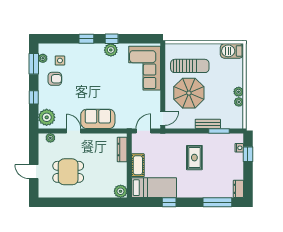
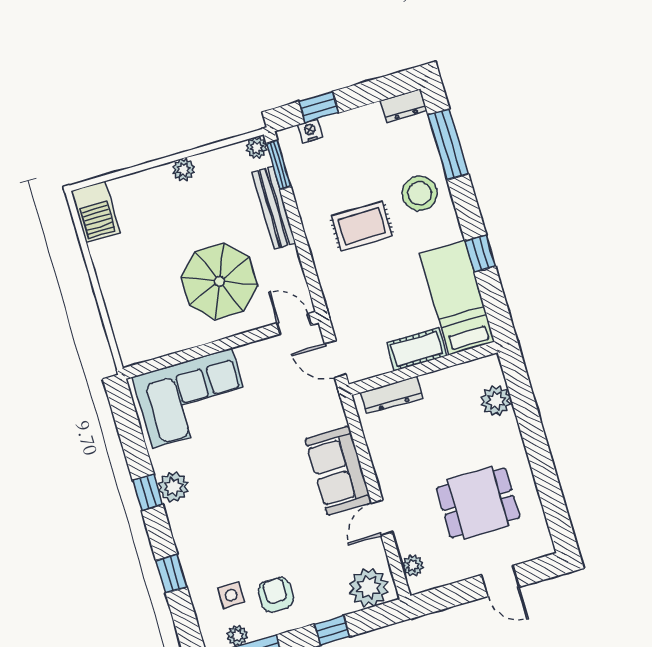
window: (86, 39) -> (171, 574), moved
sun lounger: (190, 66) -> (157, 297), removed
plant: (239, 102) -> (257, 148), moved
bench: (208, 124) -> (274, 208), width x1.36
window: (219, 131) -> (279, 165), moved
door: (34, 172) -> (500, 581), hinge flipped
dining table: (68, 172) -> (478, 503), turned 90
stool: (201, 185) -> (420, 193), added
plant: (121, 191) -> (496, 401), moved

